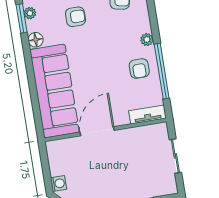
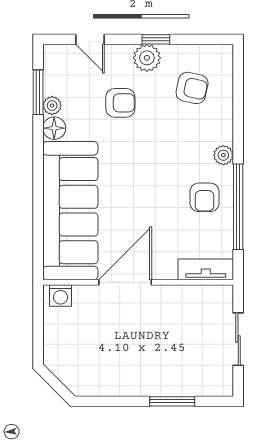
plant: (30, 13) -> (52, 106), moved
washing machine: (59, 184) -> (61, 296), moved, turned 90

